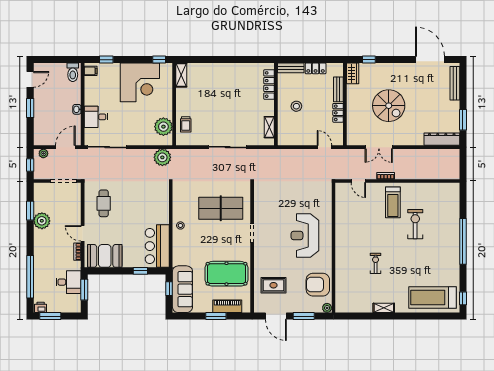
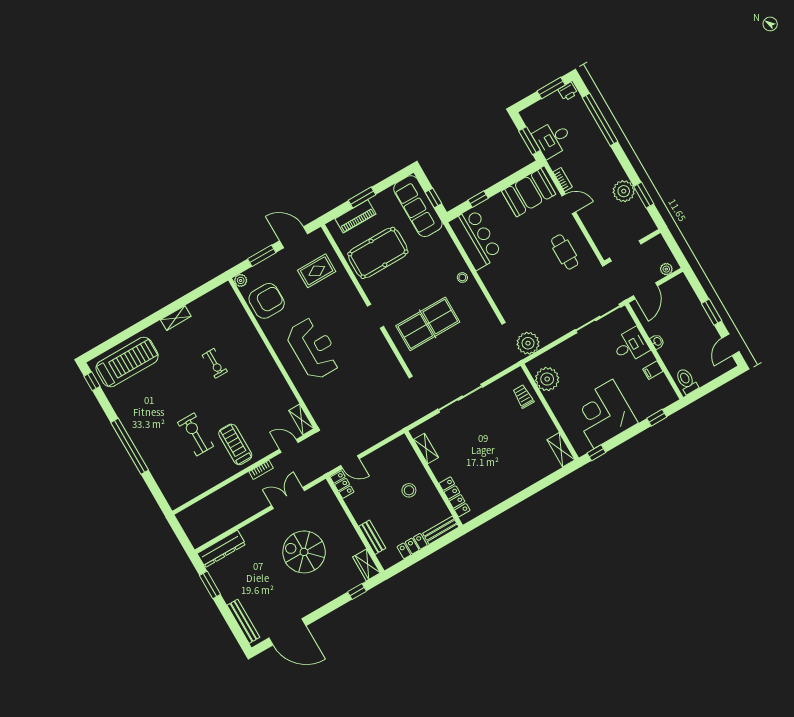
filing cabinet: (91, 71) -> (653, 370), moved
locker: (338, 113) -> (342, 485), moved
window: (30, 165) -> (674, 247), removed
shelving: (340, 194) -> (301, 419), added
exercise bike: (415, 224) -> (195, 434), turned 180

